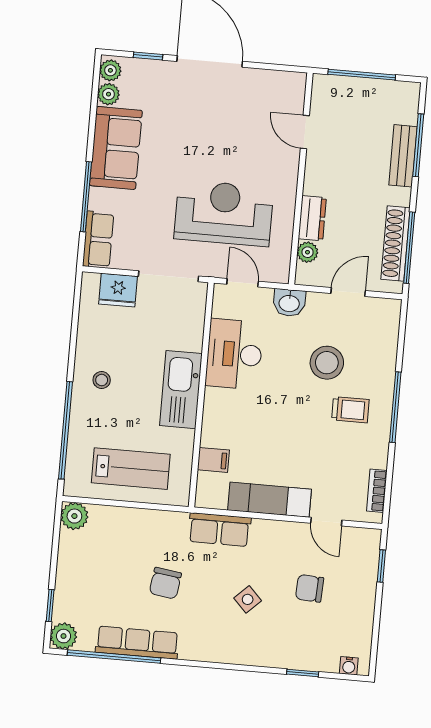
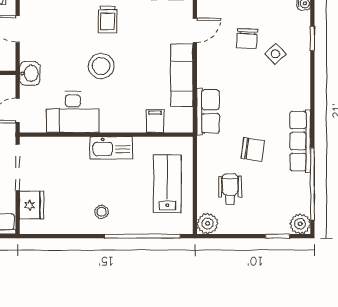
stool: (327, 363) -> (101, 66), moved
kitchen sink: (181, 390) -> (111, 148), width x0.73, depth x0.81
trolley: (350, 410) -> (108, 19), turned 180
wheelchair: (116, 549) -> (230, 189), added
side table: (248, 599) -> (276, 54), moved
row of seats: (137, 643) -> (300, 141), moved

